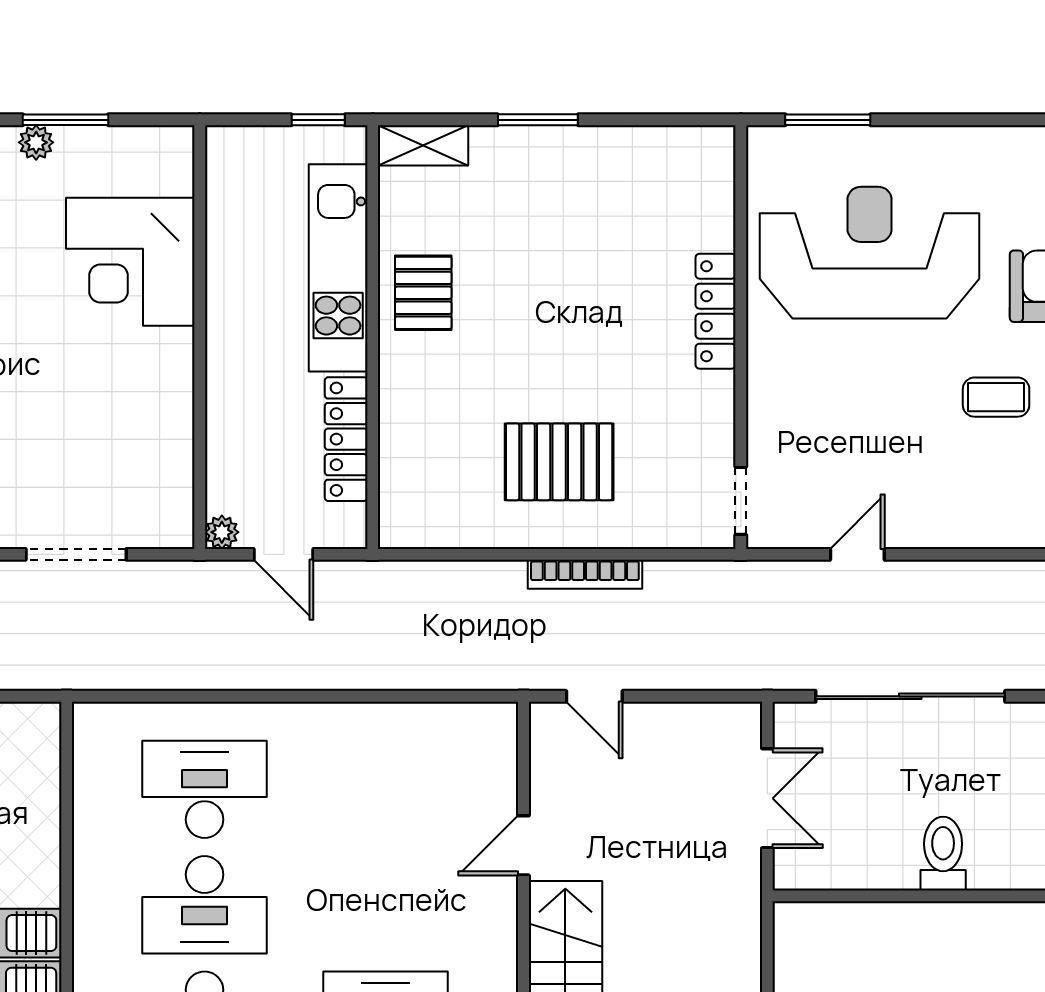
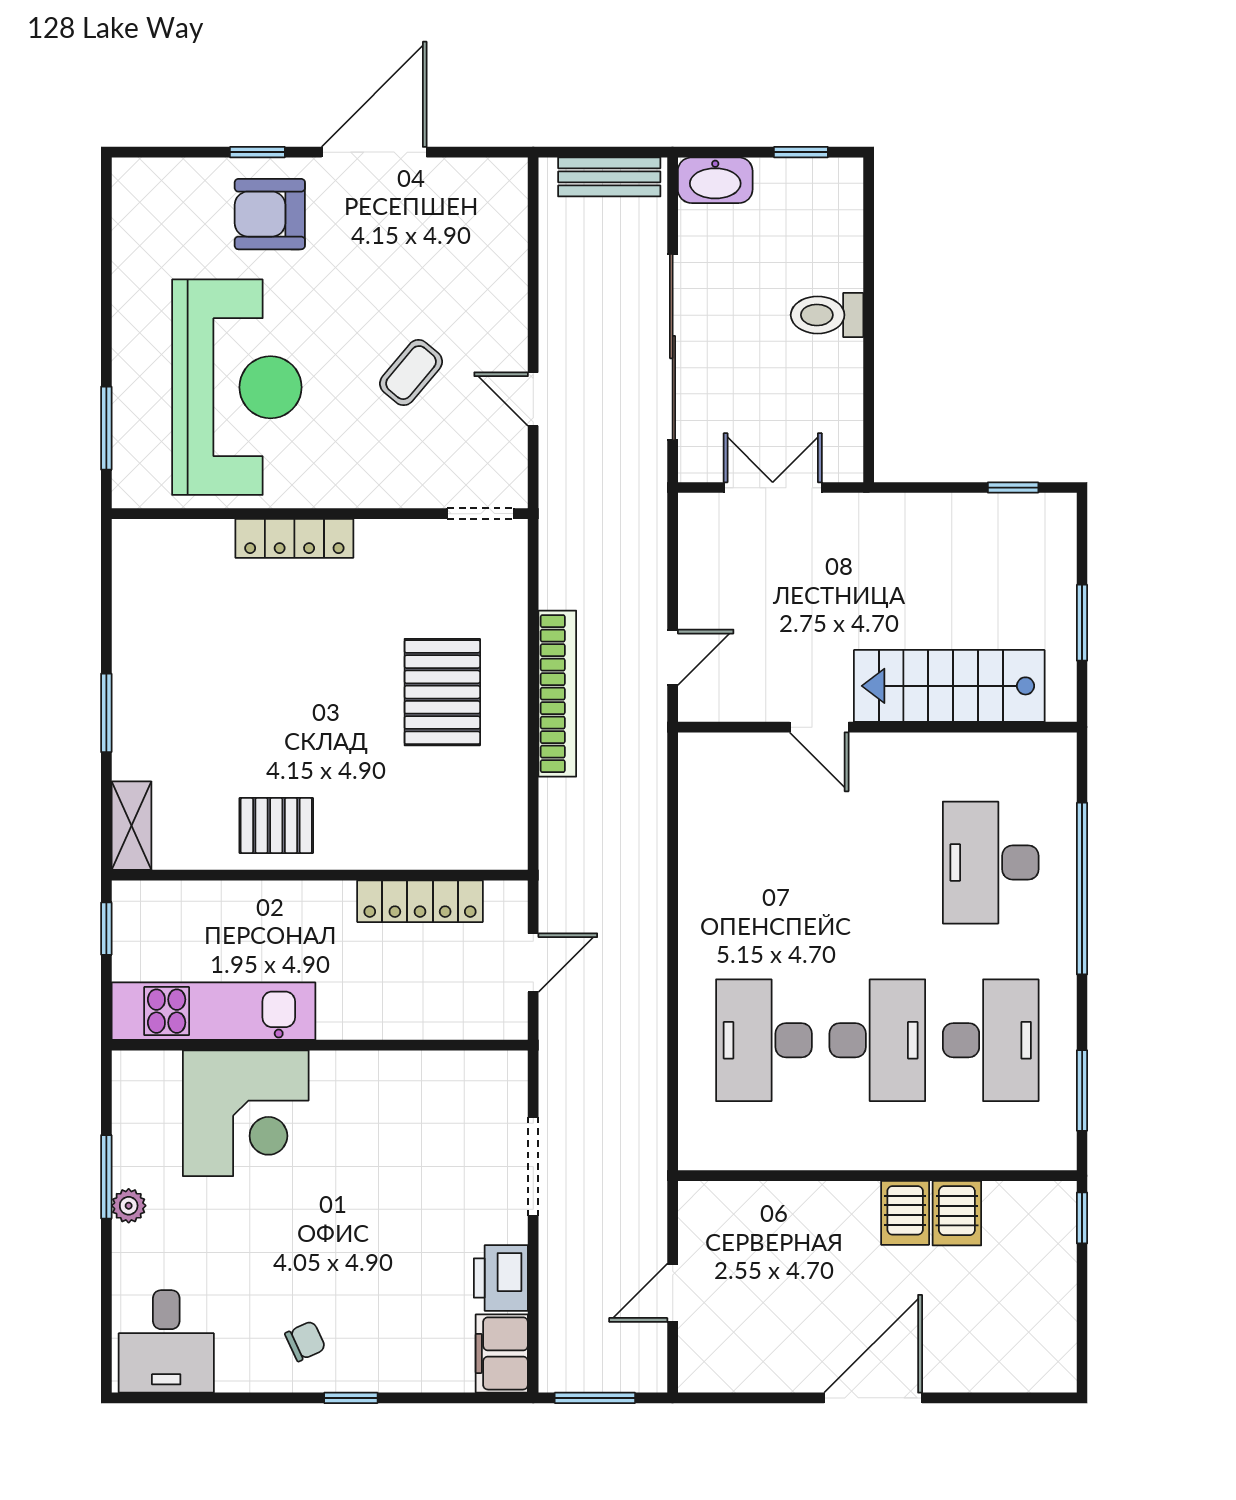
reception desk: (870, 253) -> (237, 387), turned 180
kitchen unit: (338, 268) -> (213, 1011), moved, turned 180
coffee table: (996, 397) -> (411, 373), moved, turned 40
plant: (222, 532) -> (511, 1023), removed
bookcase: (585, 574) -> (557, 694), width x1.48, depth x1.31

